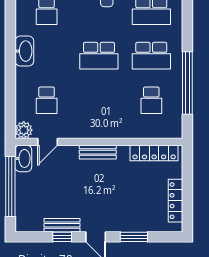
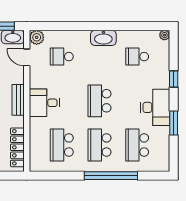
window: (187, 83) -> (111, 176), moved
school desk: (151, 100) -> (62, 145), width x1.85
desk: (101, 121) -> (44, 103), added

